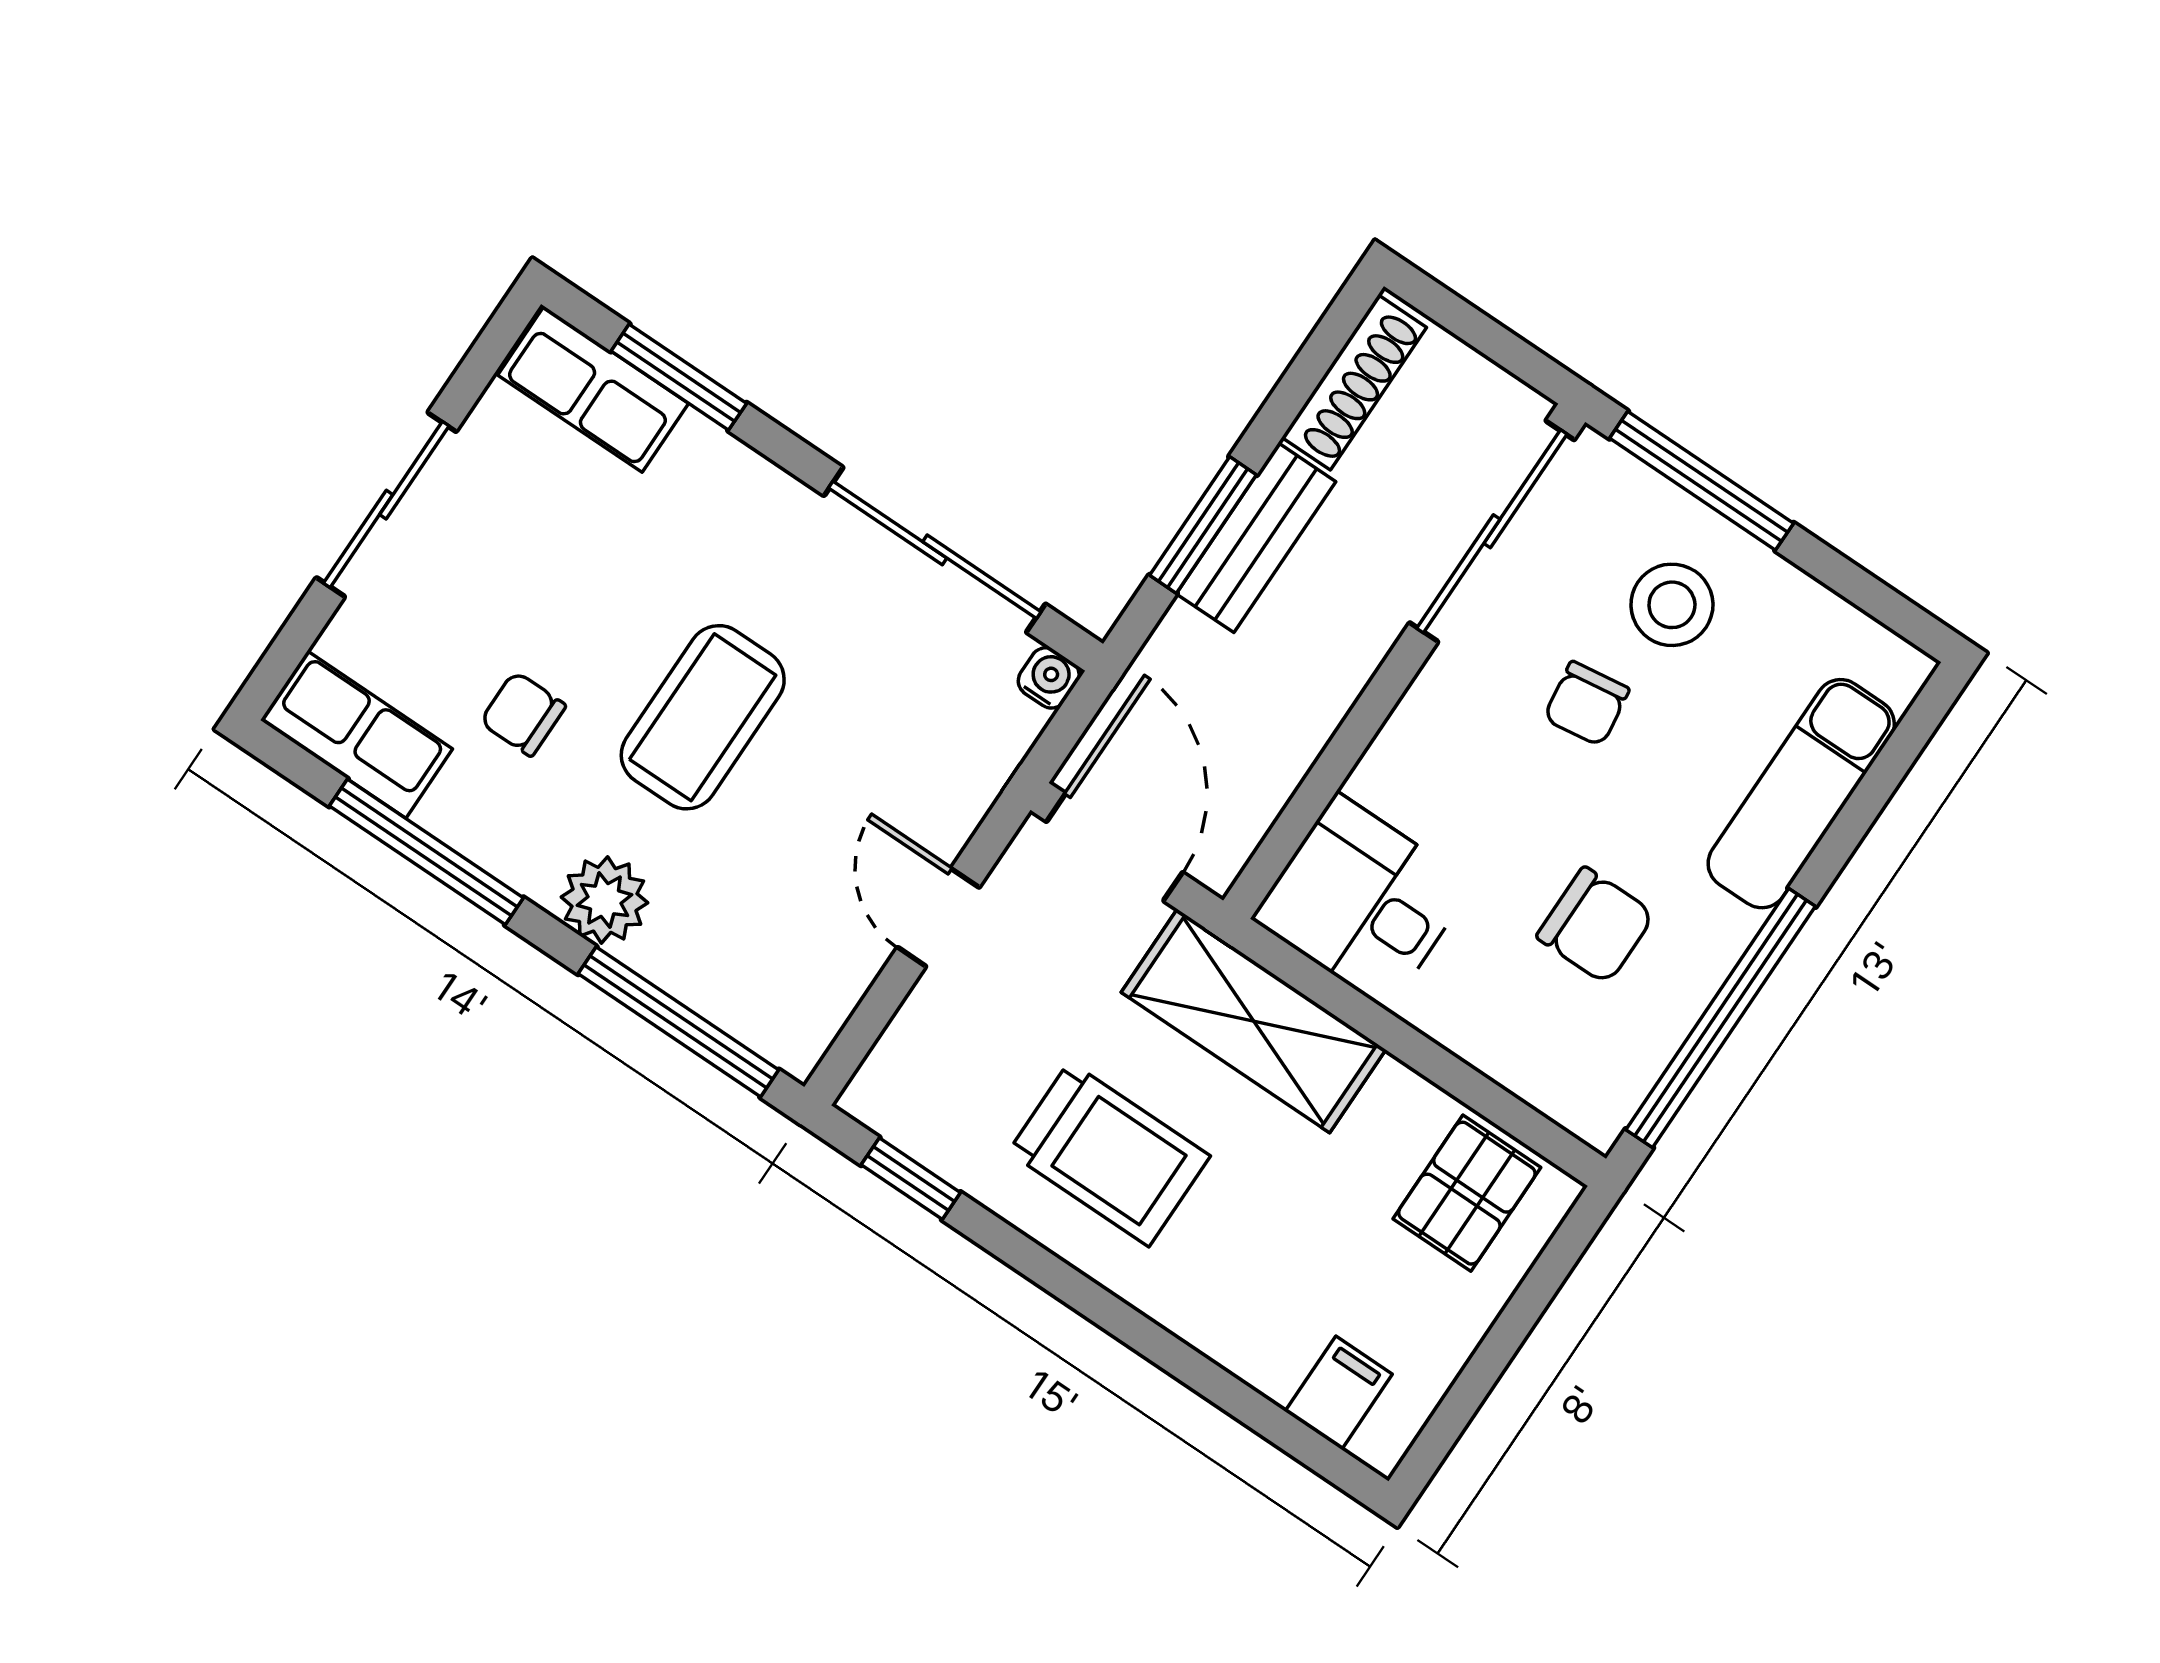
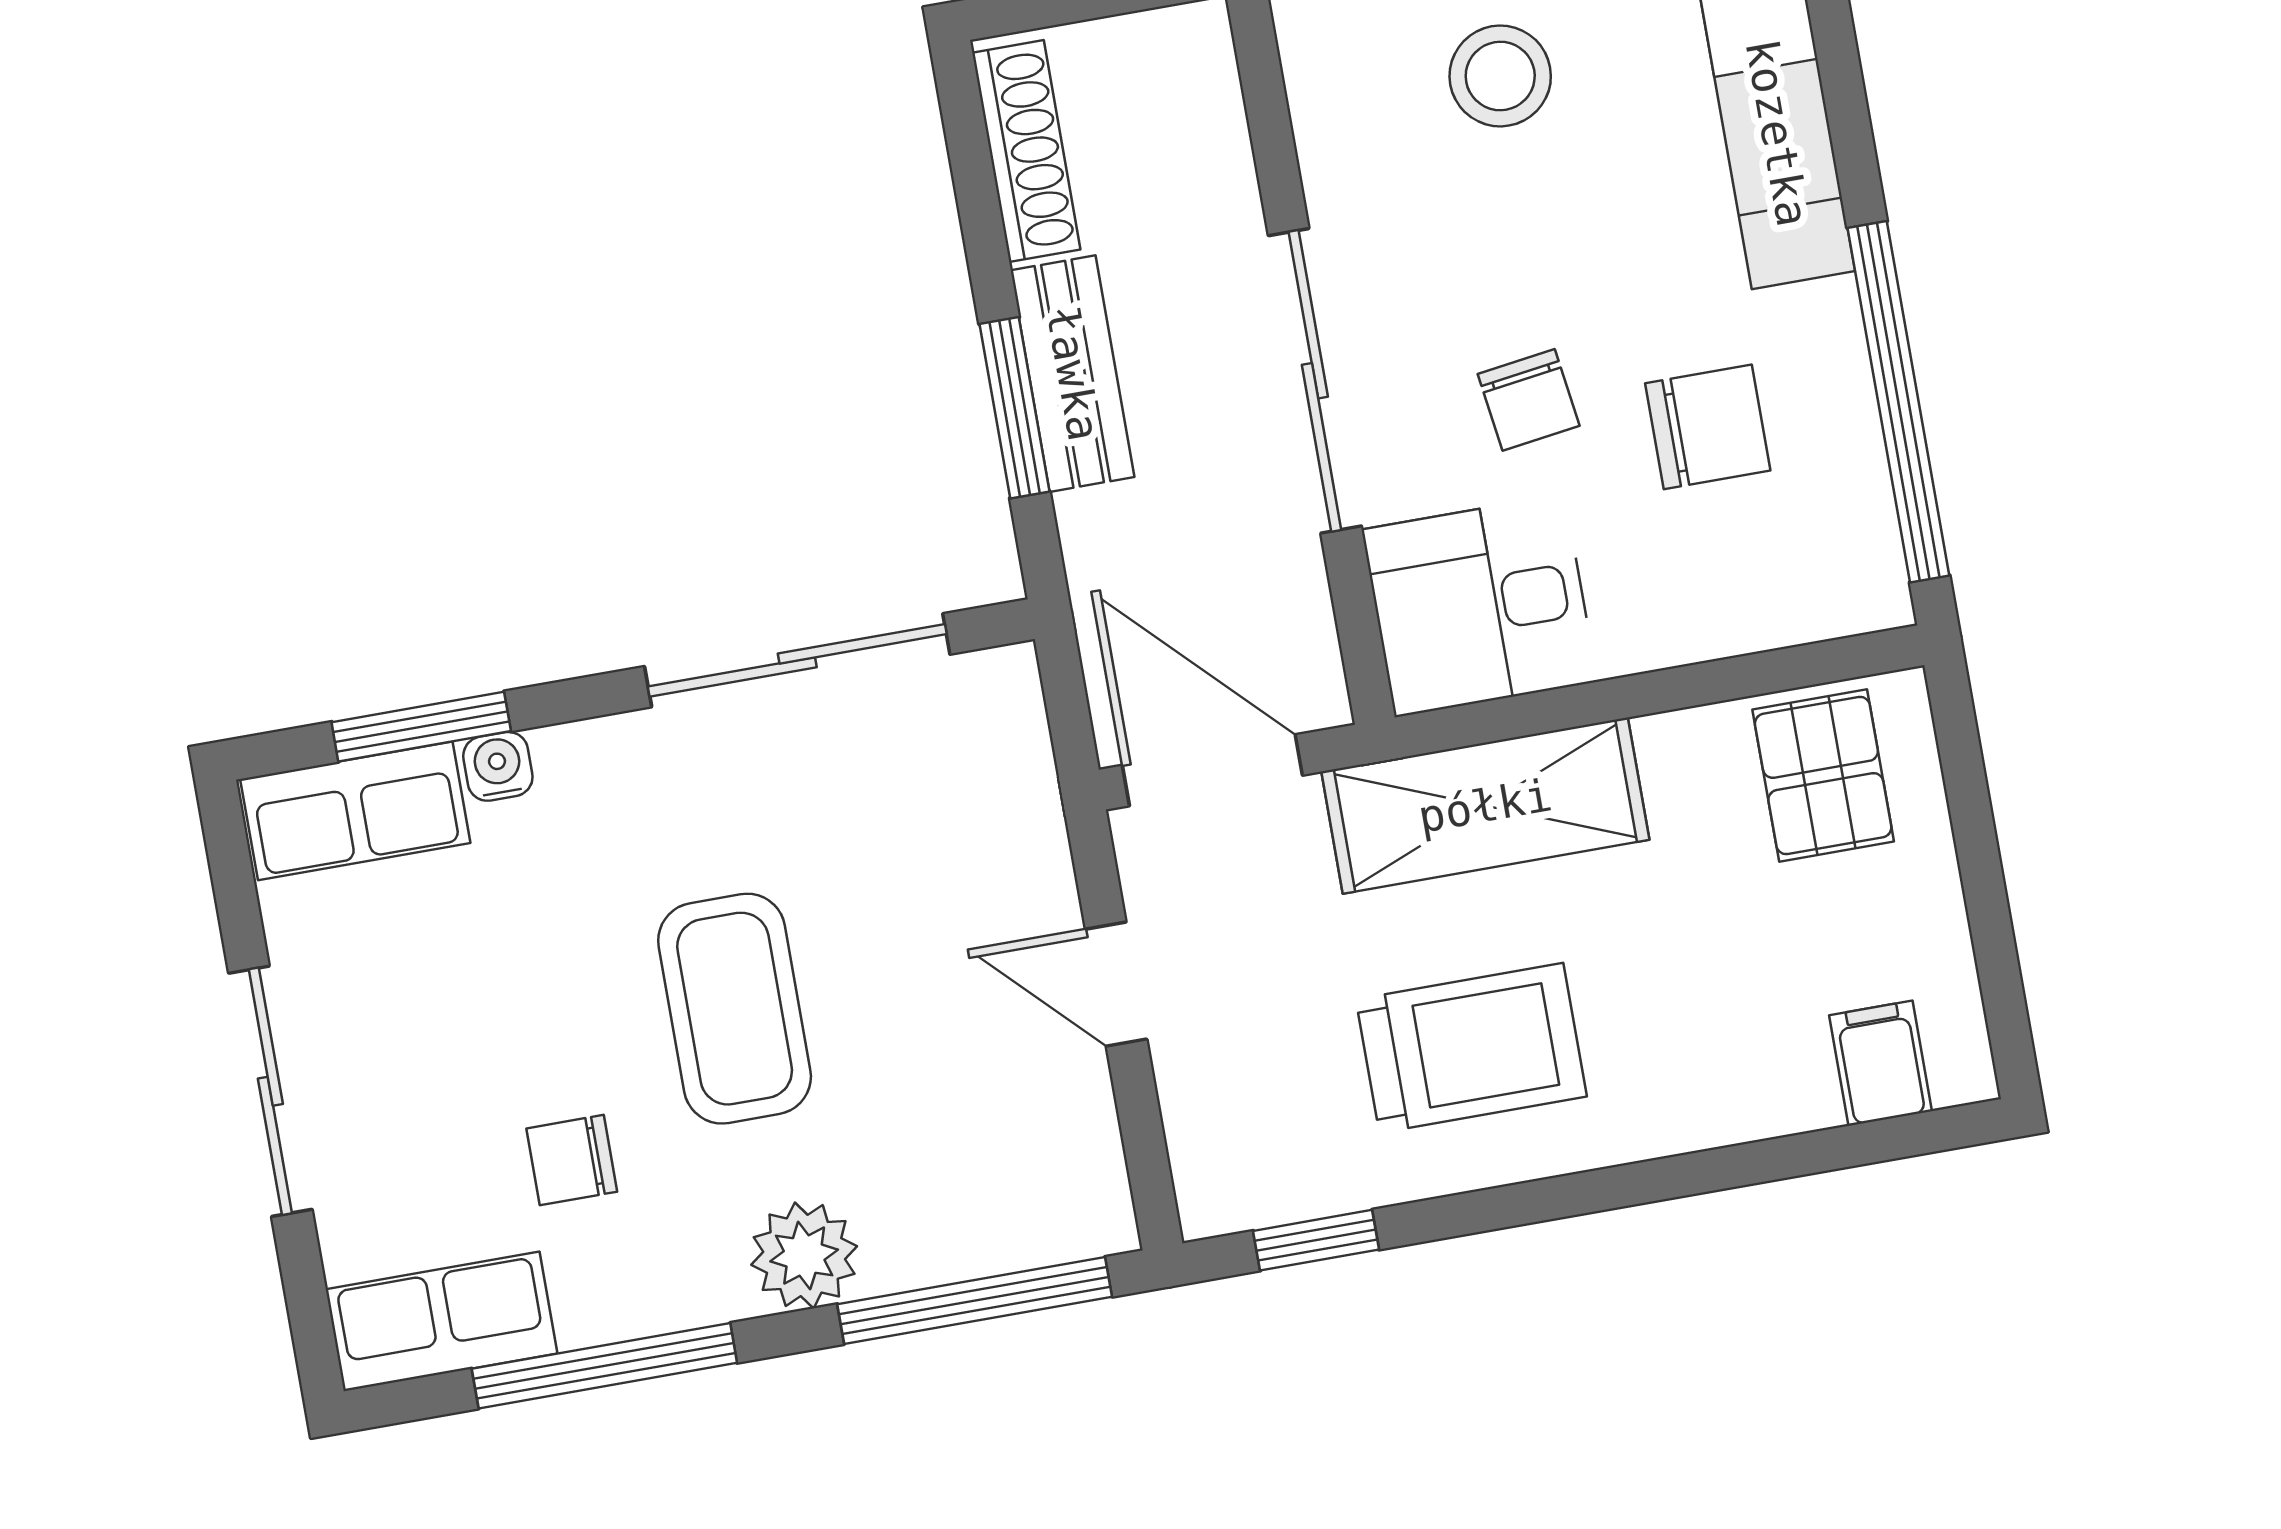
sliding door: (1492, 531) -> (1315, 381), moved
water cooler: (1049, 678) -> (498, 766), moved
chair: (1586, 704) -> (1529, 400), moved

